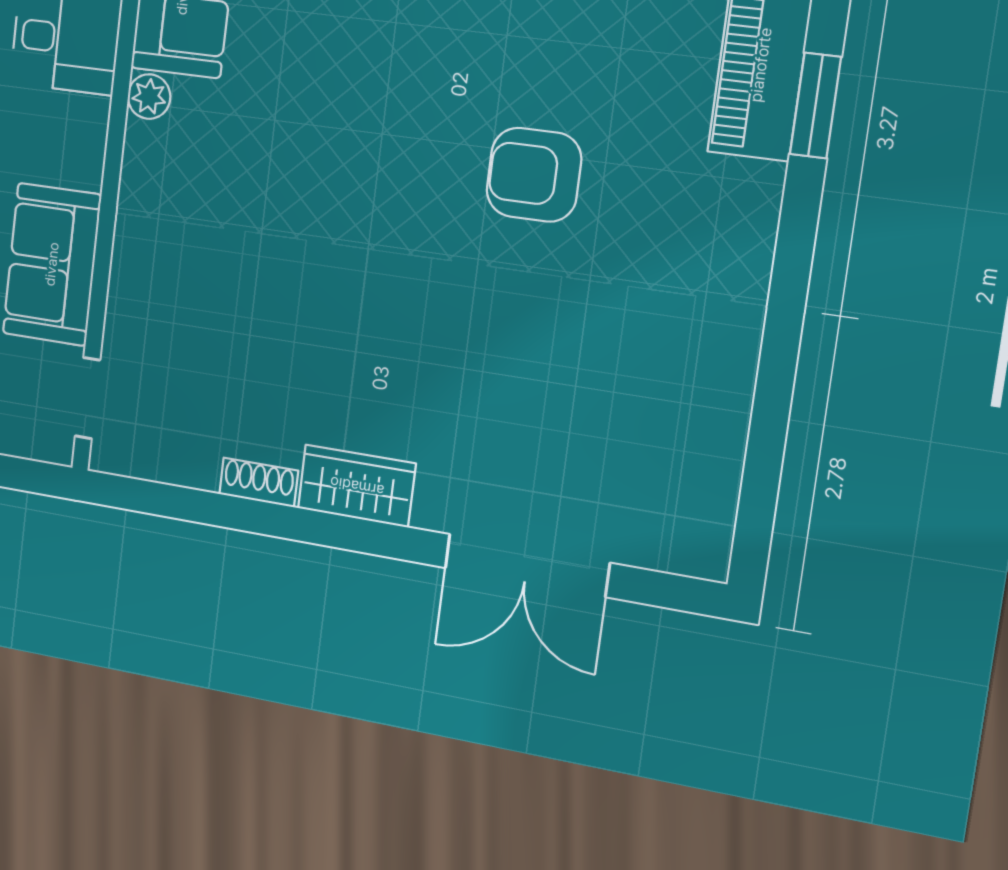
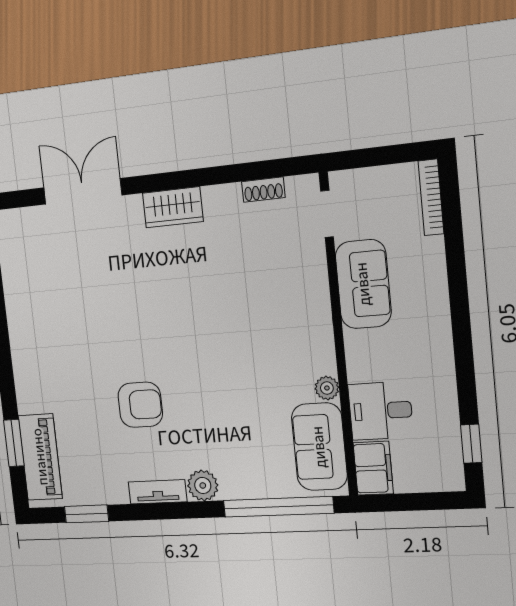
armchair: (534, 175) -> (140, 405), moved
shoe rack: (259, 482) -> (263, 190), moved

